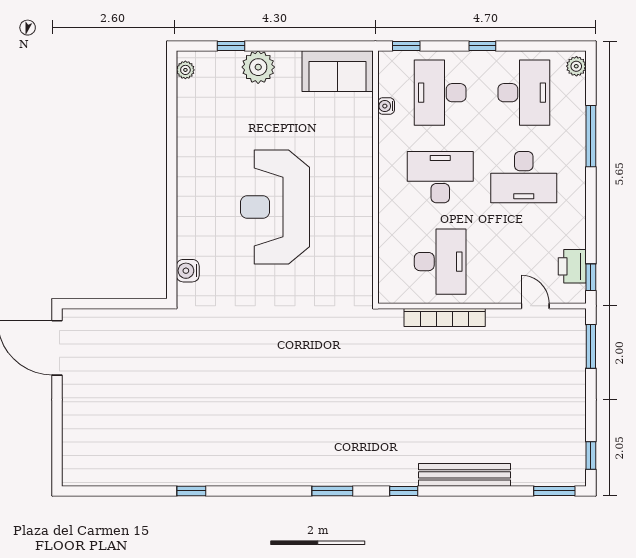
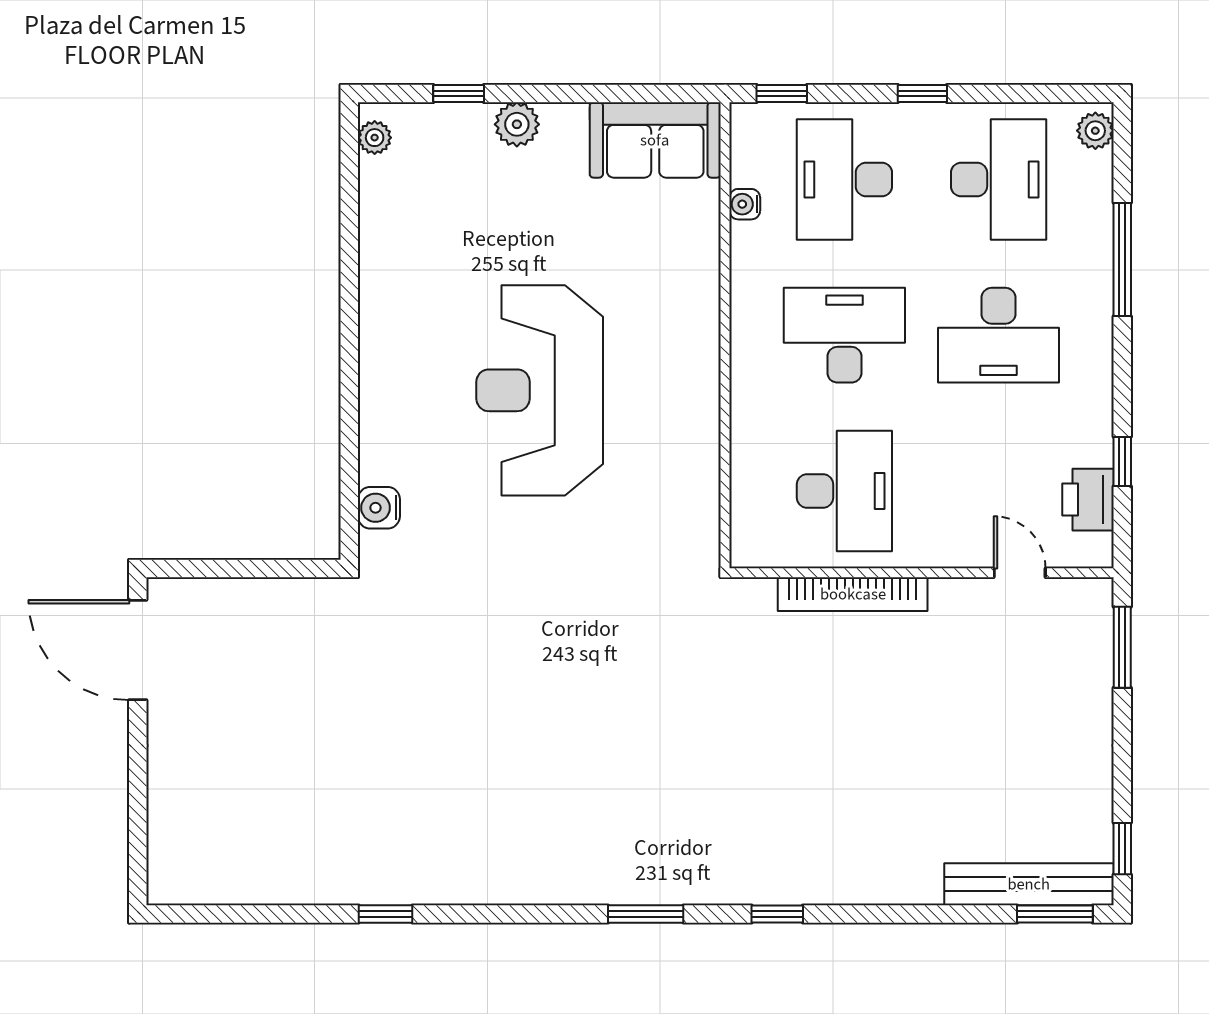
plant: (258, 67) -> (517, 124), width x0.73, depth x0.73
window: (591, 277) -> (1122, 462), moved
bench: (464, 475) -> (1029, 884), moved

